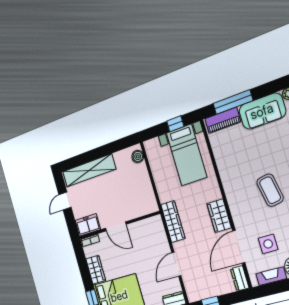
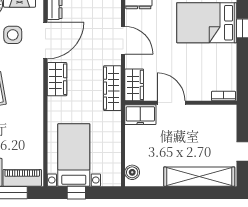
freezer: (88, 225) -> (140, 115), moved
door: (116, 226) -> (171, 103), moved
door: (176, 264) -> (123, 40), hinge flipped
wardrobe: (96, 270) -> (134, 85), moved, turned 180

